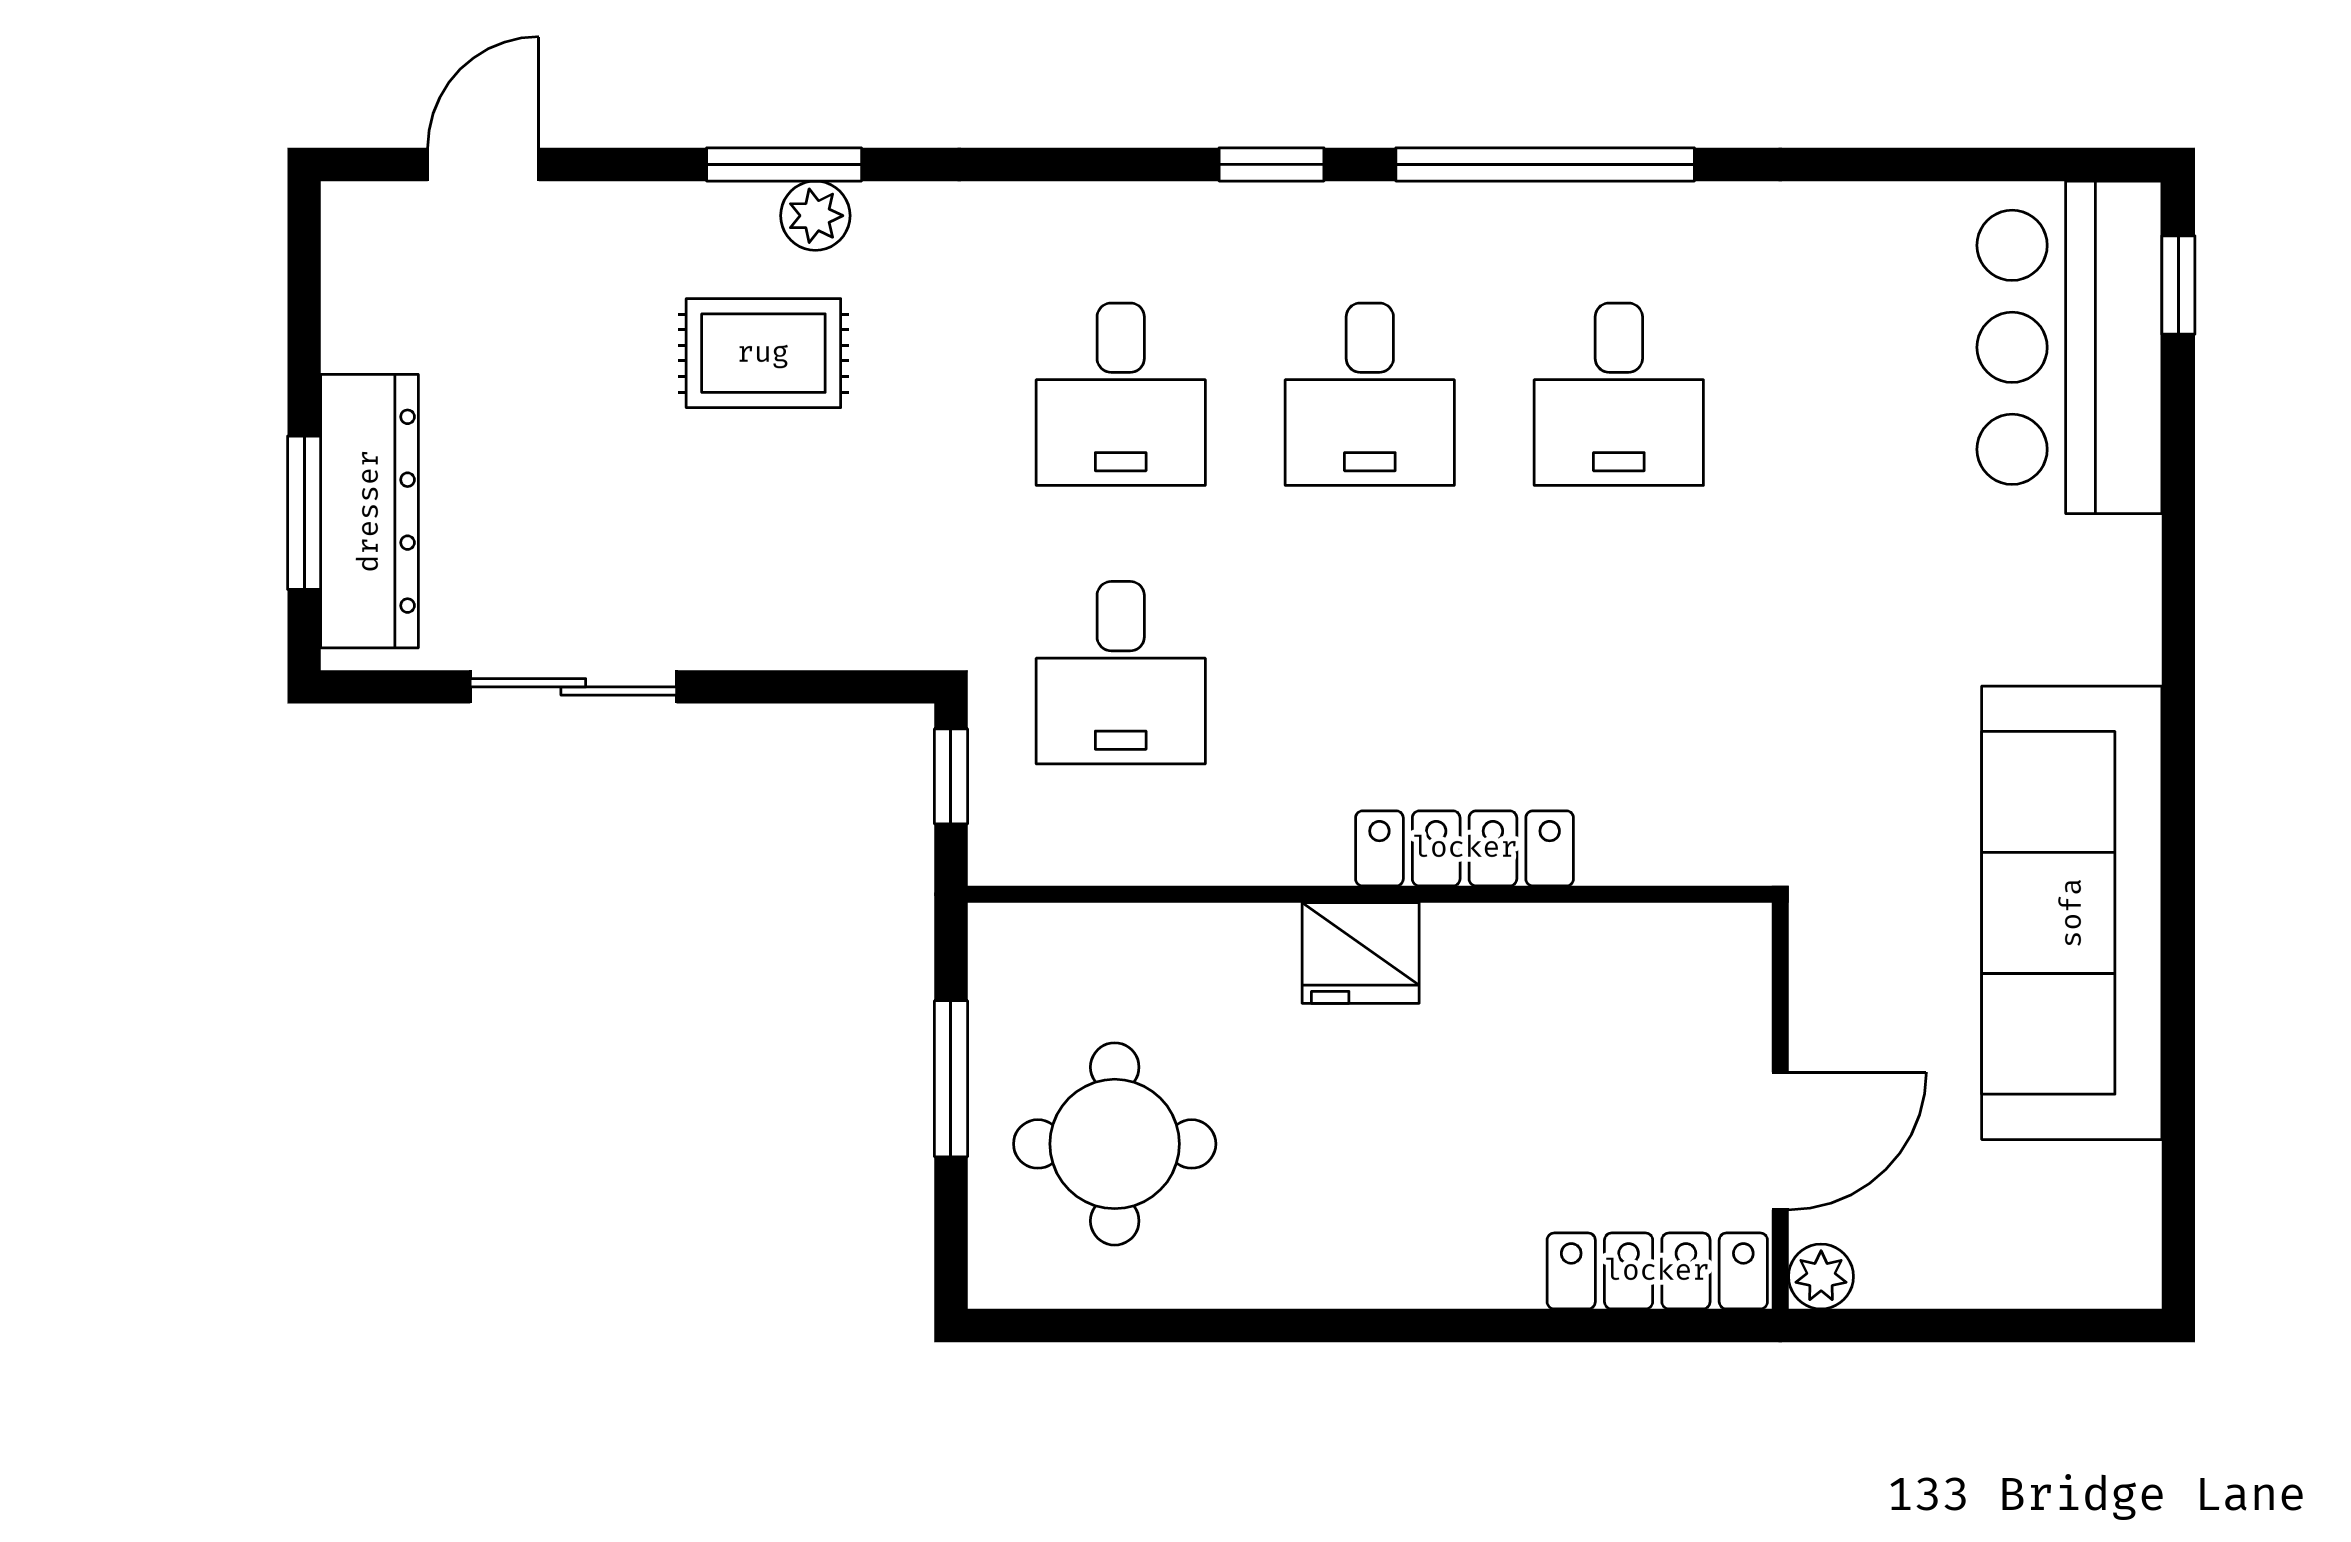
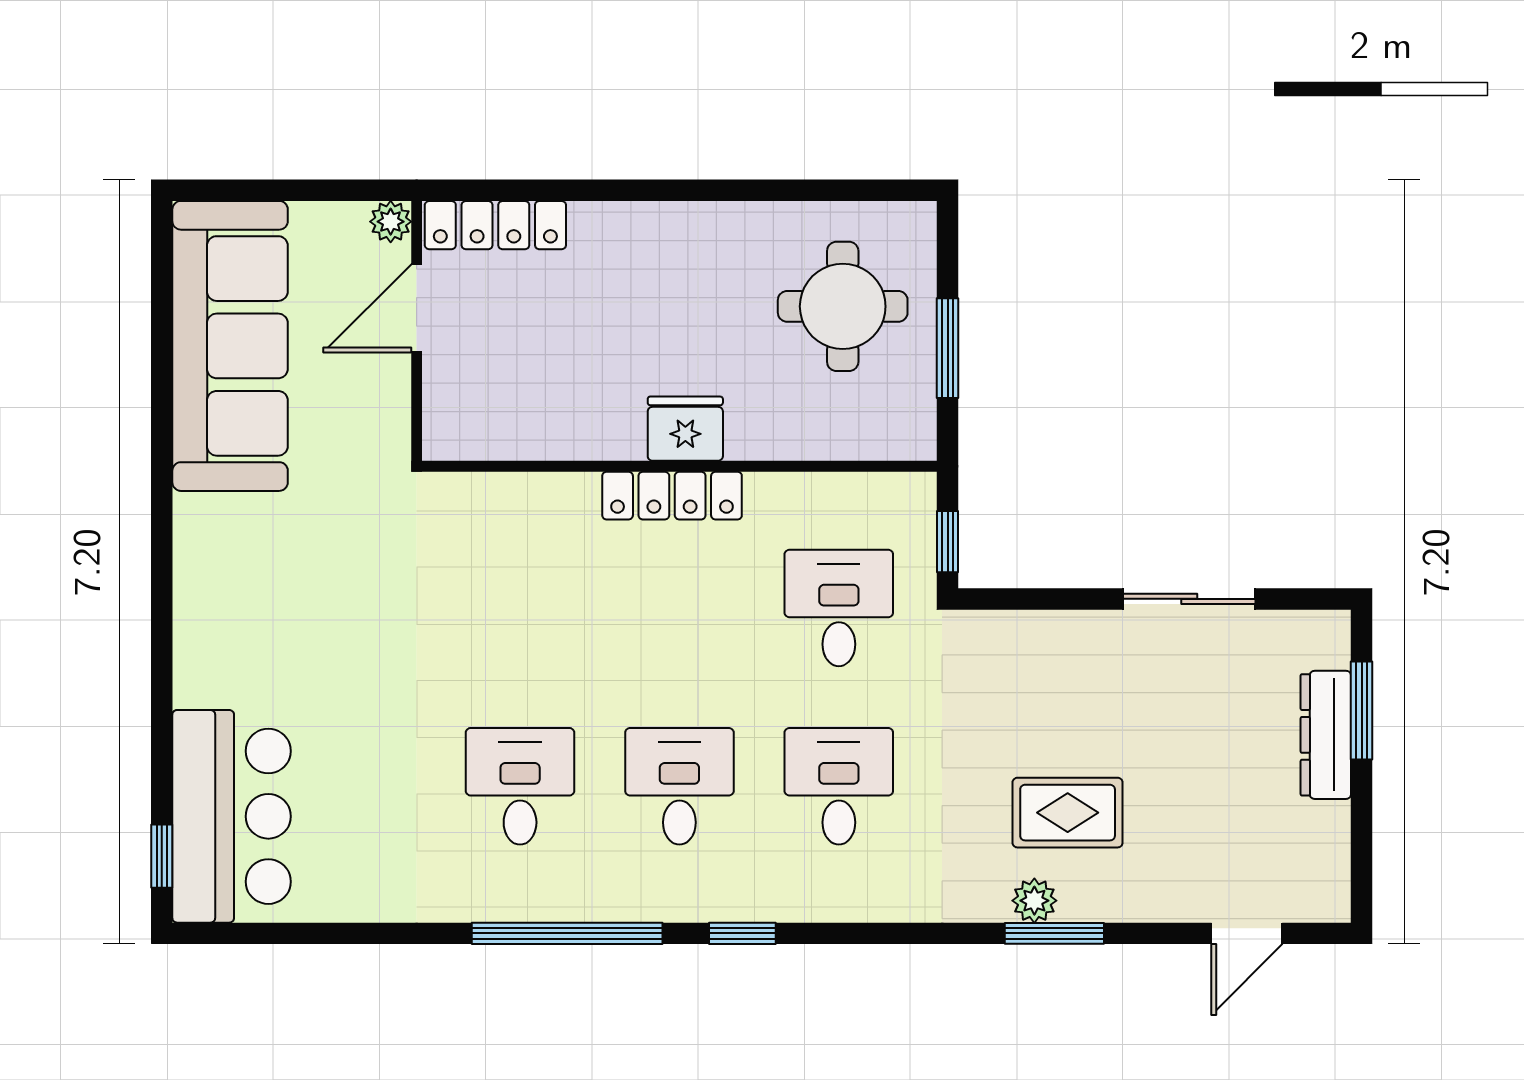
dresser: (369, 511) -> (1326, 735), width x0.73, depth x0.80
locker: (1465, 848) -> (672, 496), moved
sofa: (2072, 913) -> (230, 346), moved

